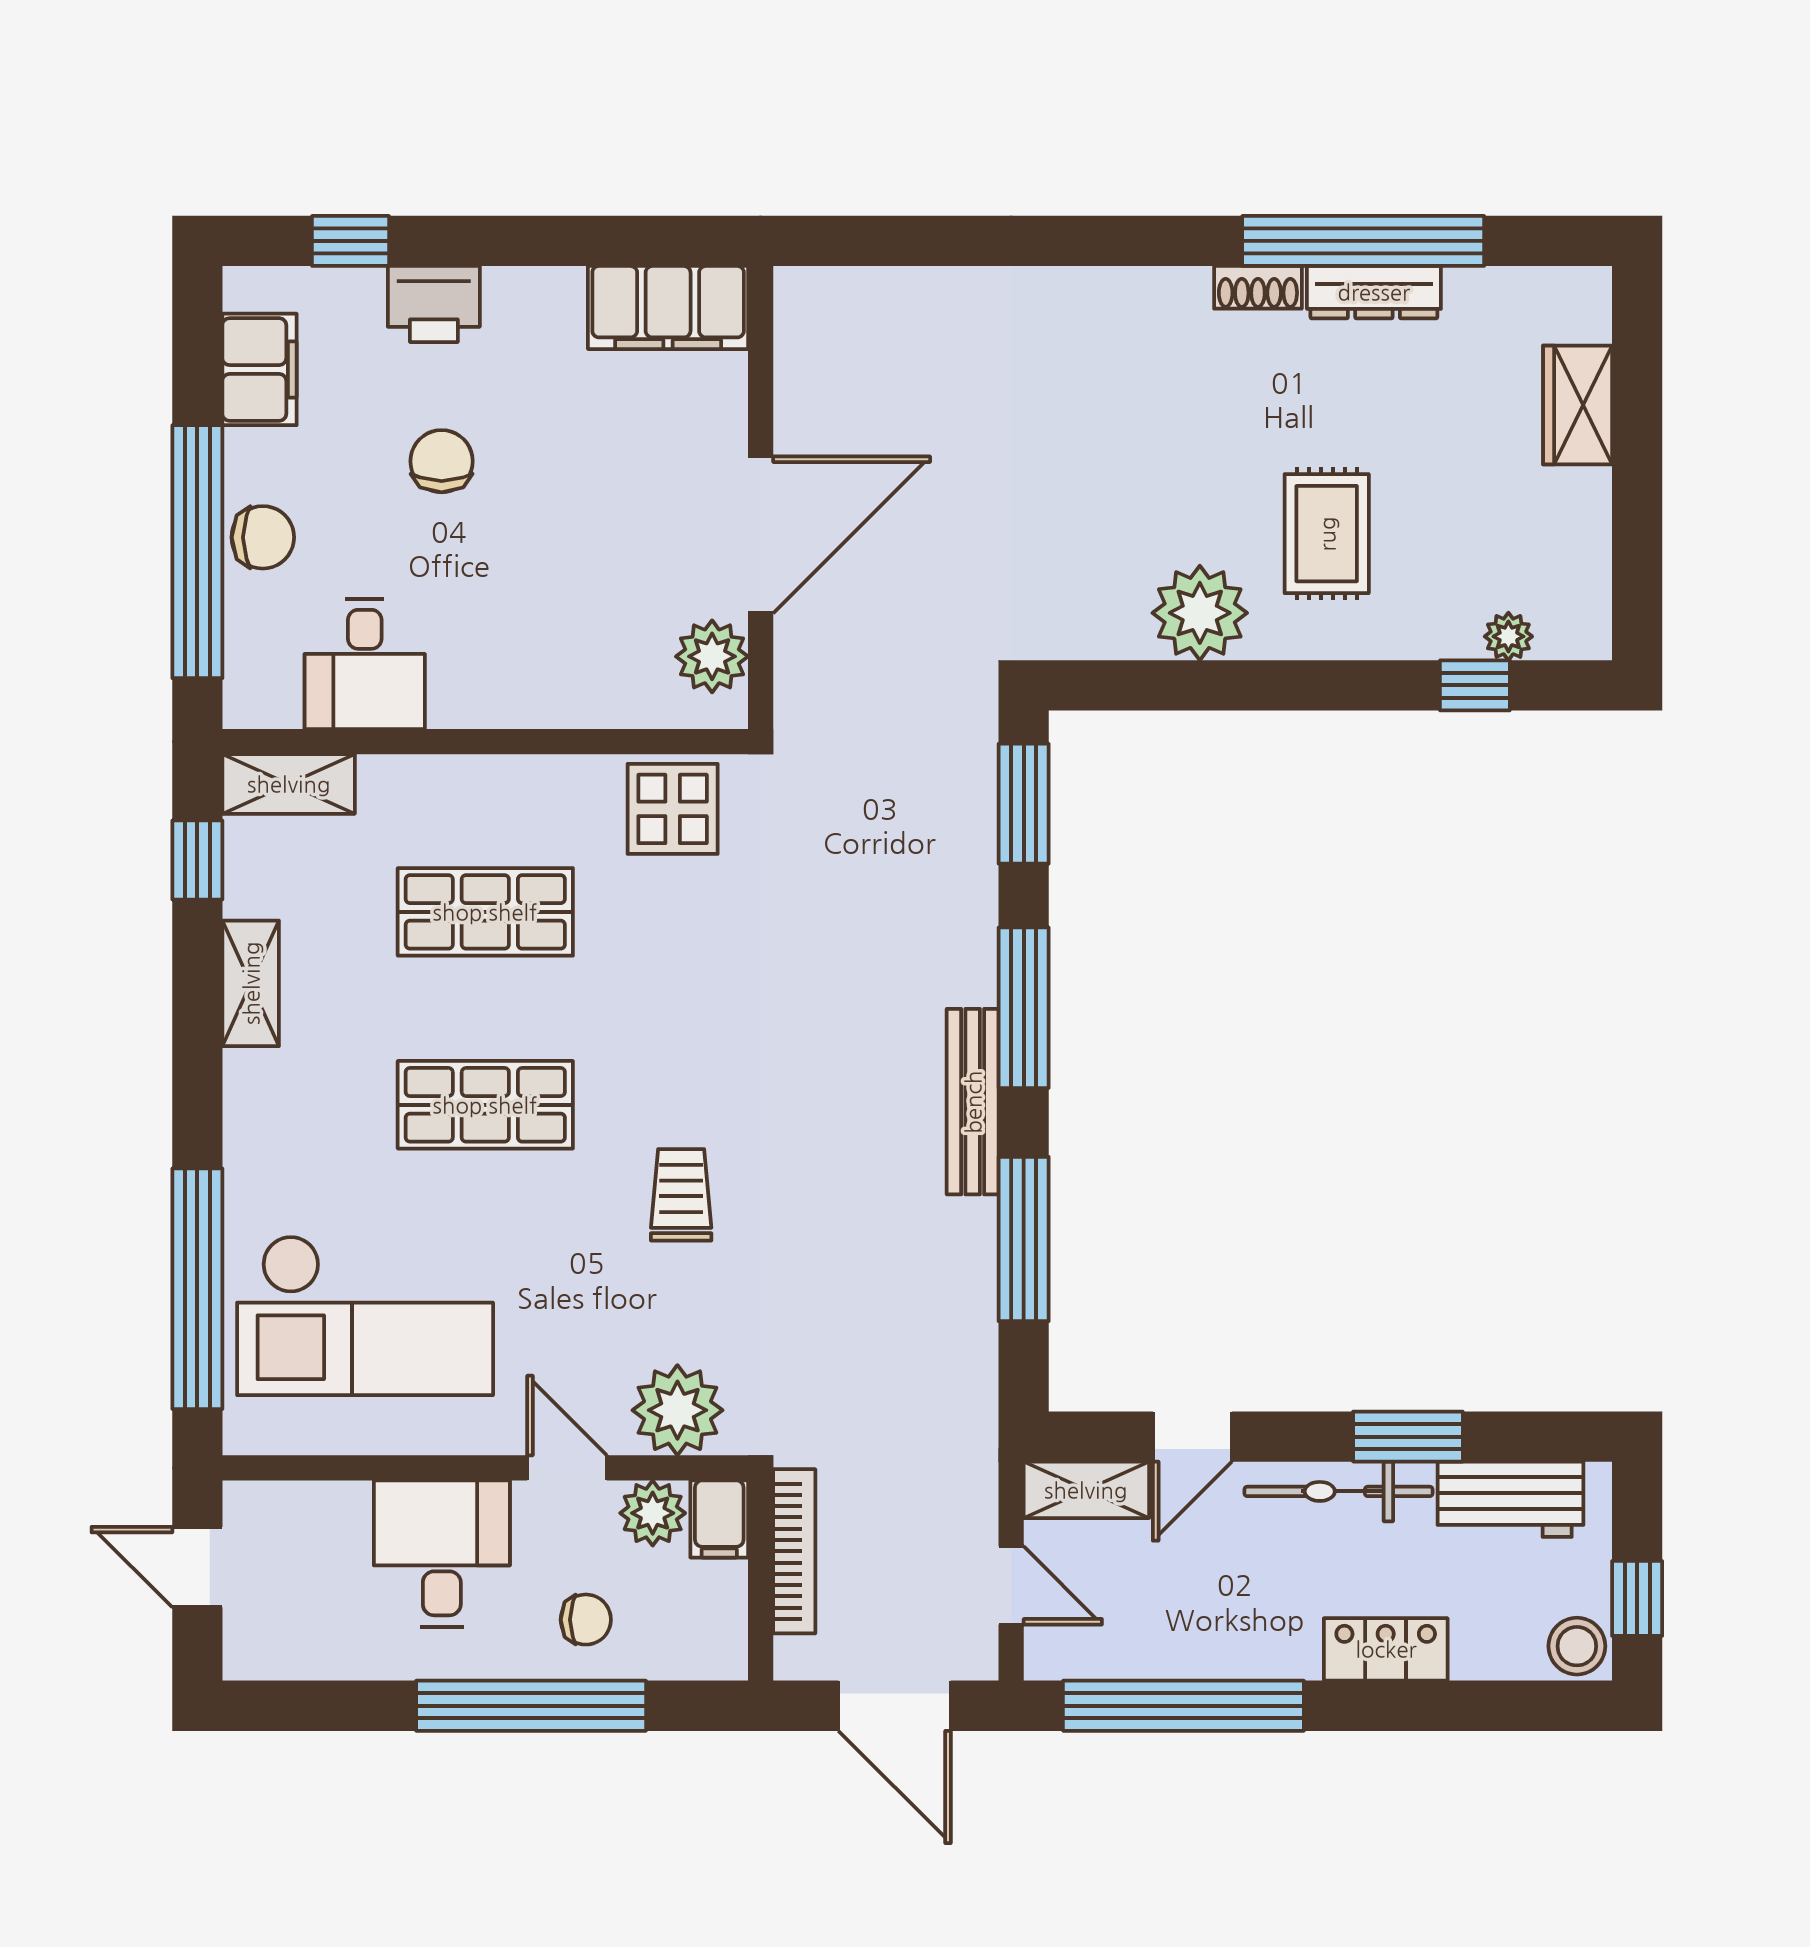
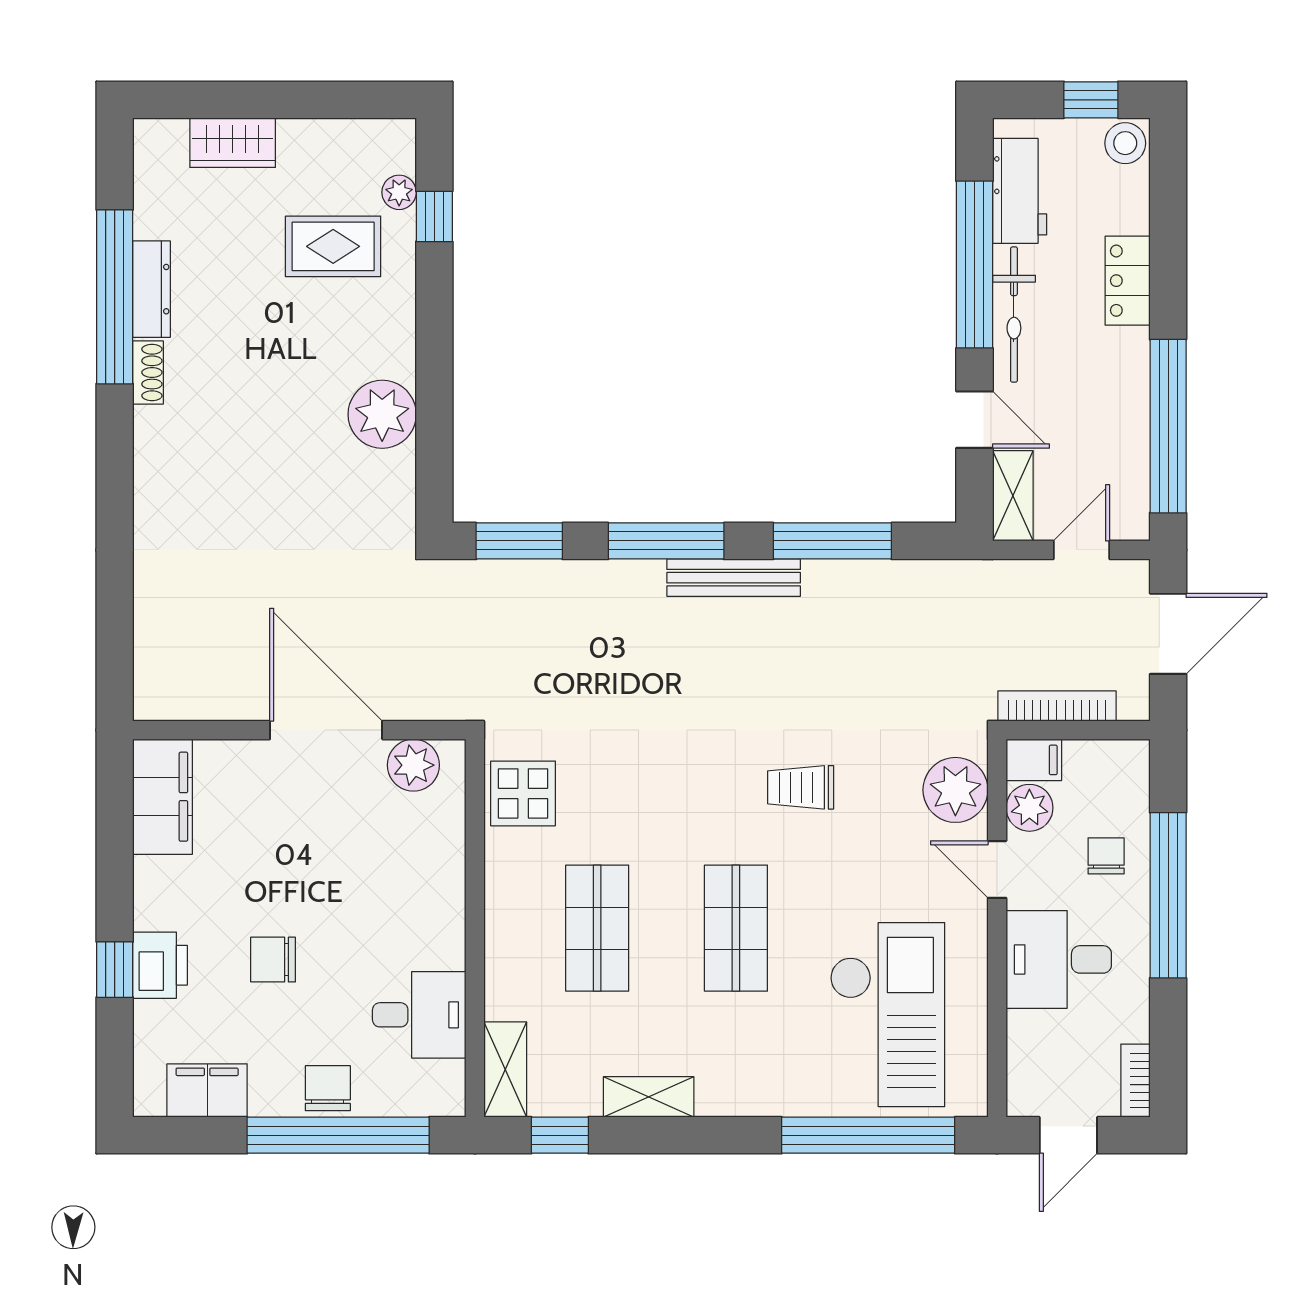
window: (350, 241) -> (115, 970), moved
rug: (1327, 534) -> (333, 246), moved
window: (1408, 1437) -> (974, 265), width x2.11
door: (567, 1468) -> (997, 869), hinge flipped
bookcase: (273, 1660) -> (1135, 1081), added

